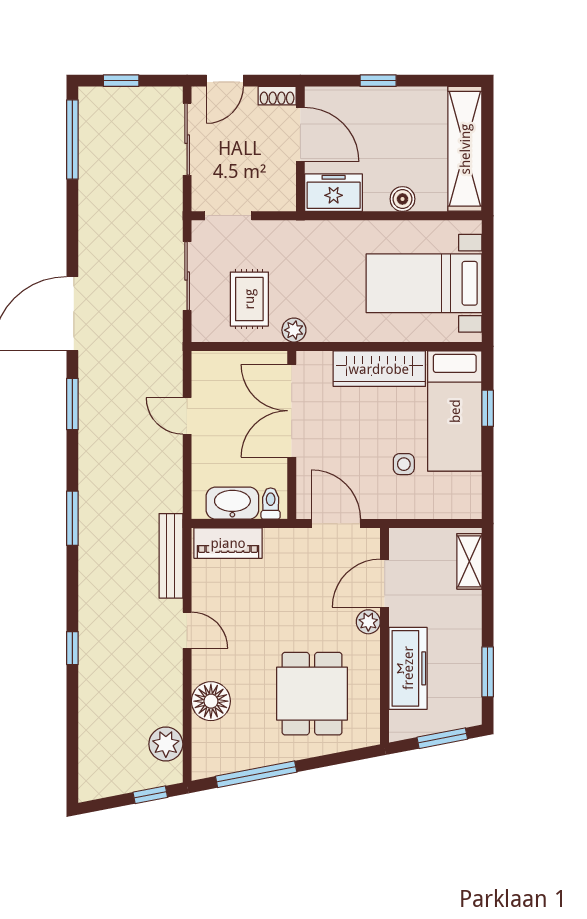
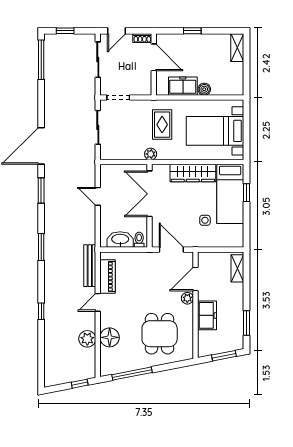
shelving: (465, 149) -> (237, 48), width x0.45, depth x0.75
freezer: (334, 193) -> (183, 86), moved
rug: (249, 299) -> (162, 125), moved
piano: (228, 543) -> (108, 277), moved, turned -90
door: (187, 630) -> (98, 302), swing flipped
freezer: (408, 668) -> (207, 315), width x0.71
plant: (166, 744) -> (87, 339), moved

